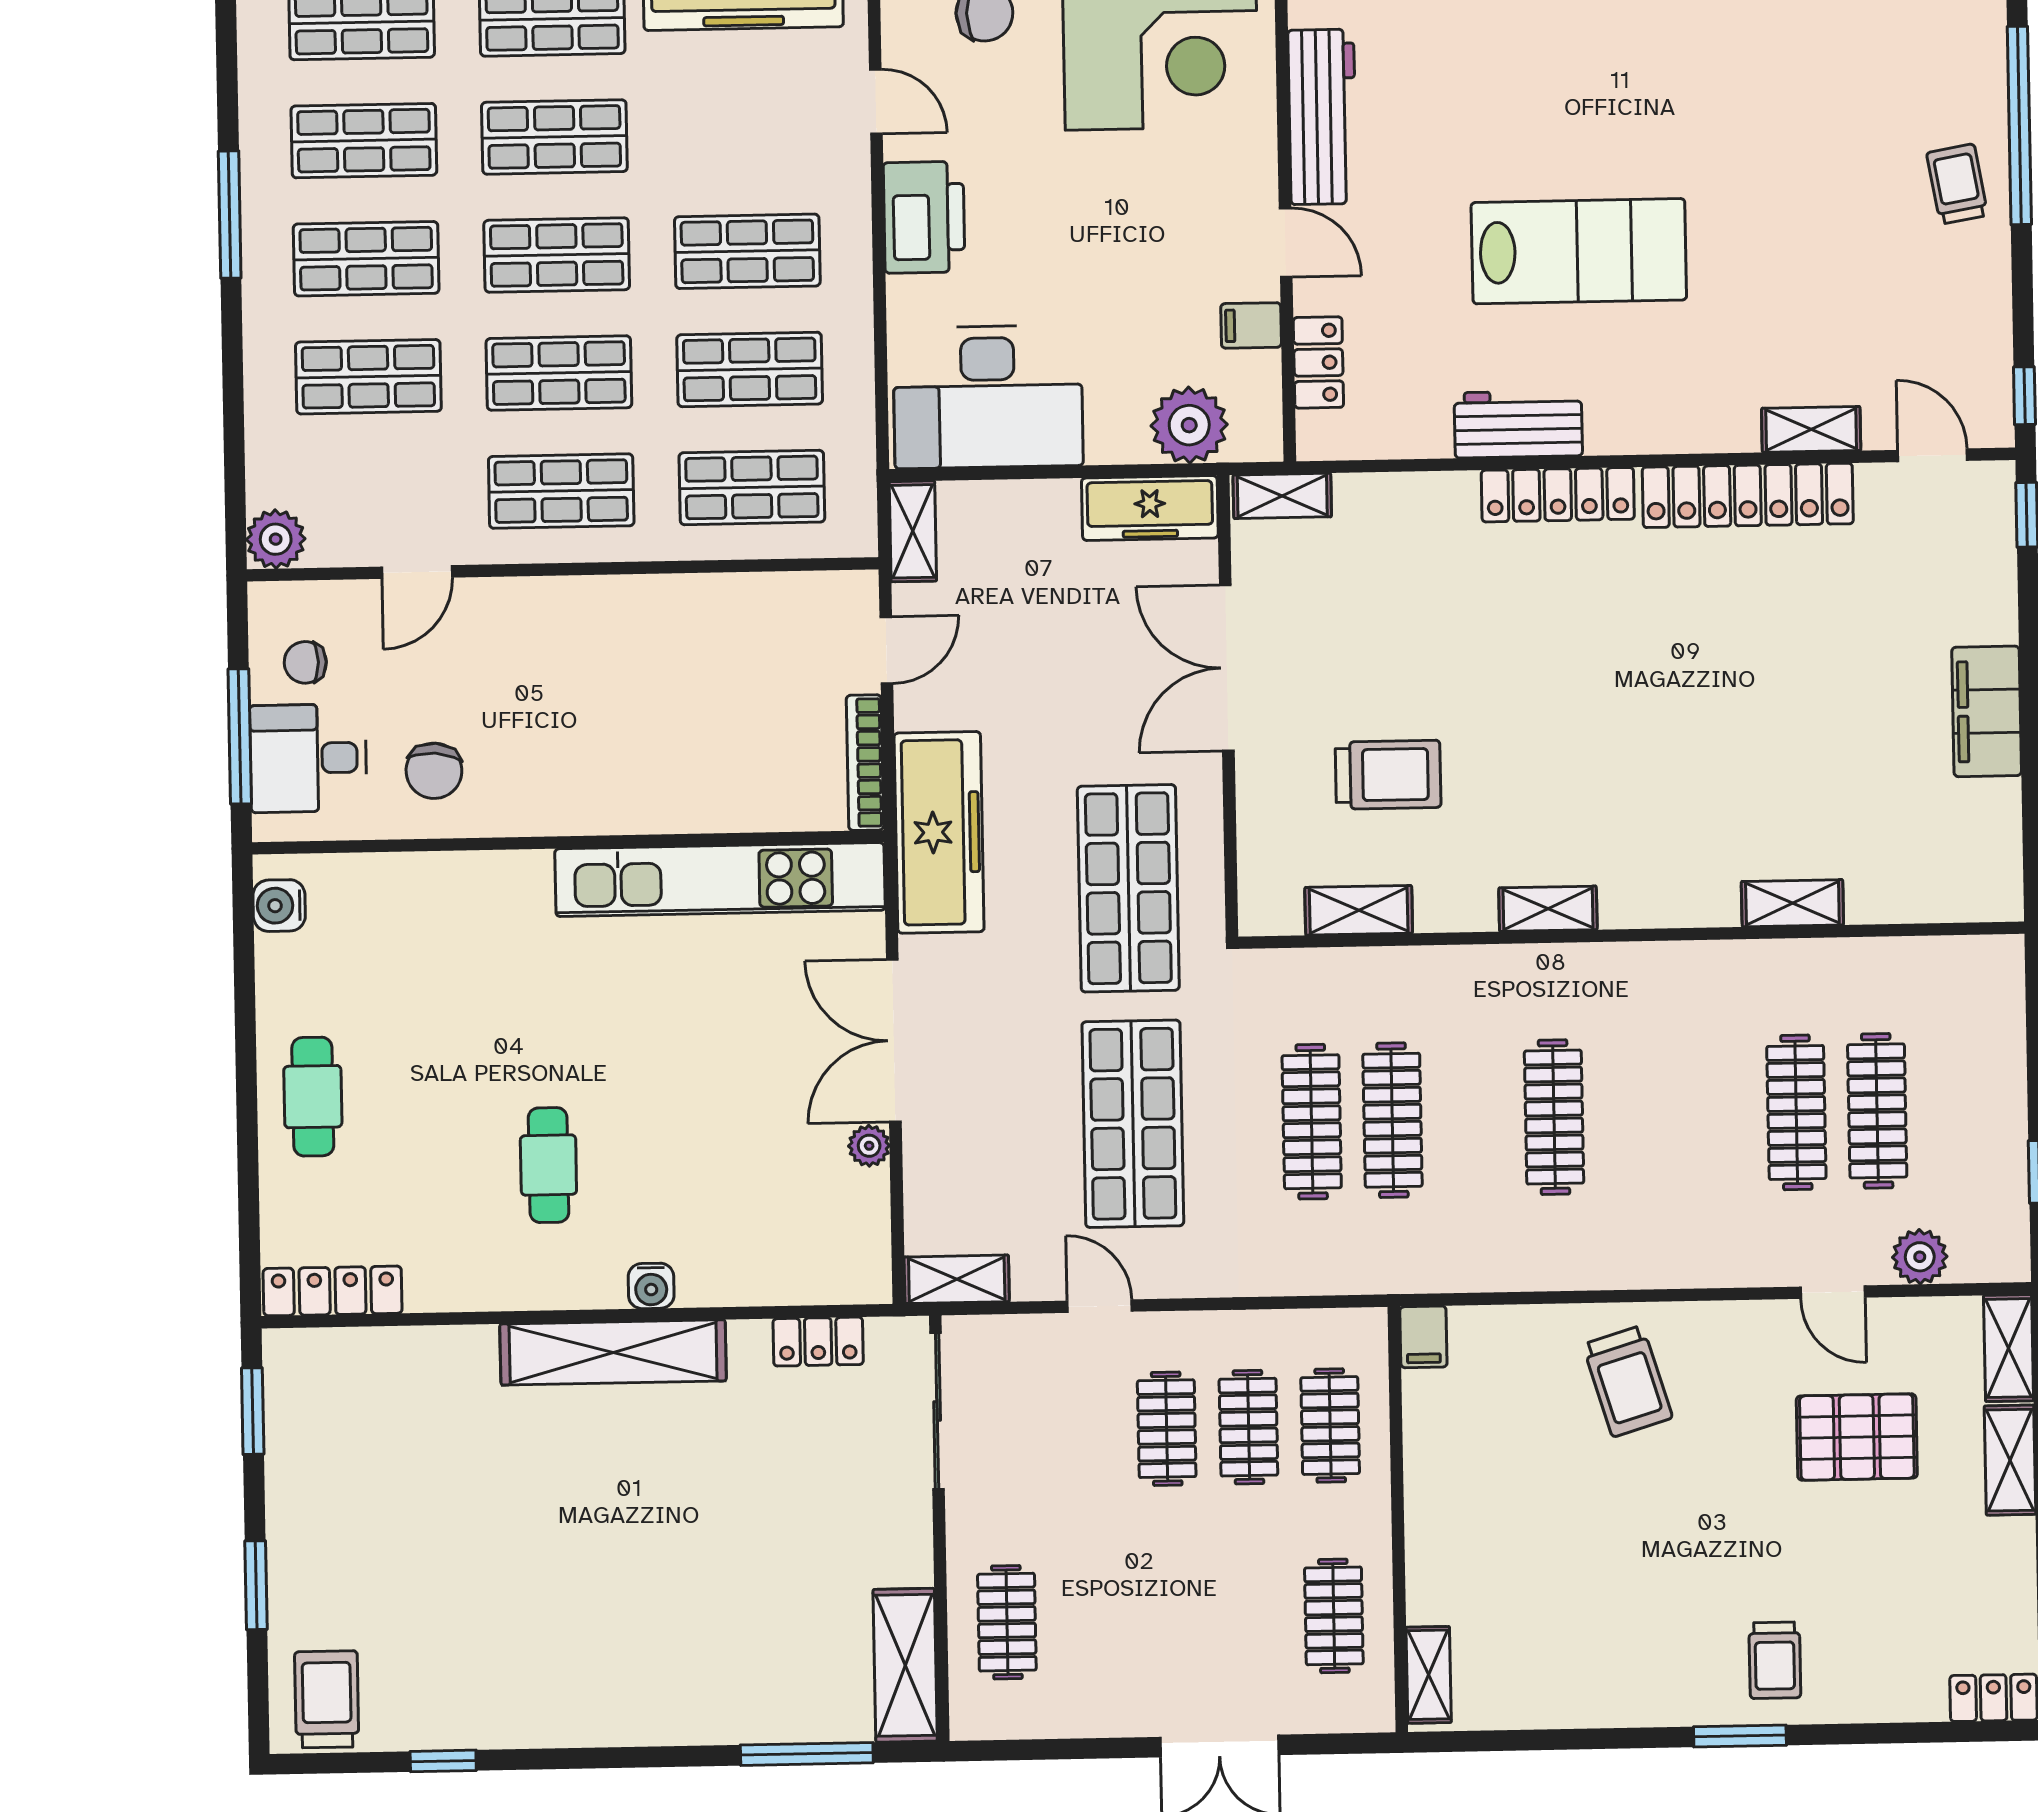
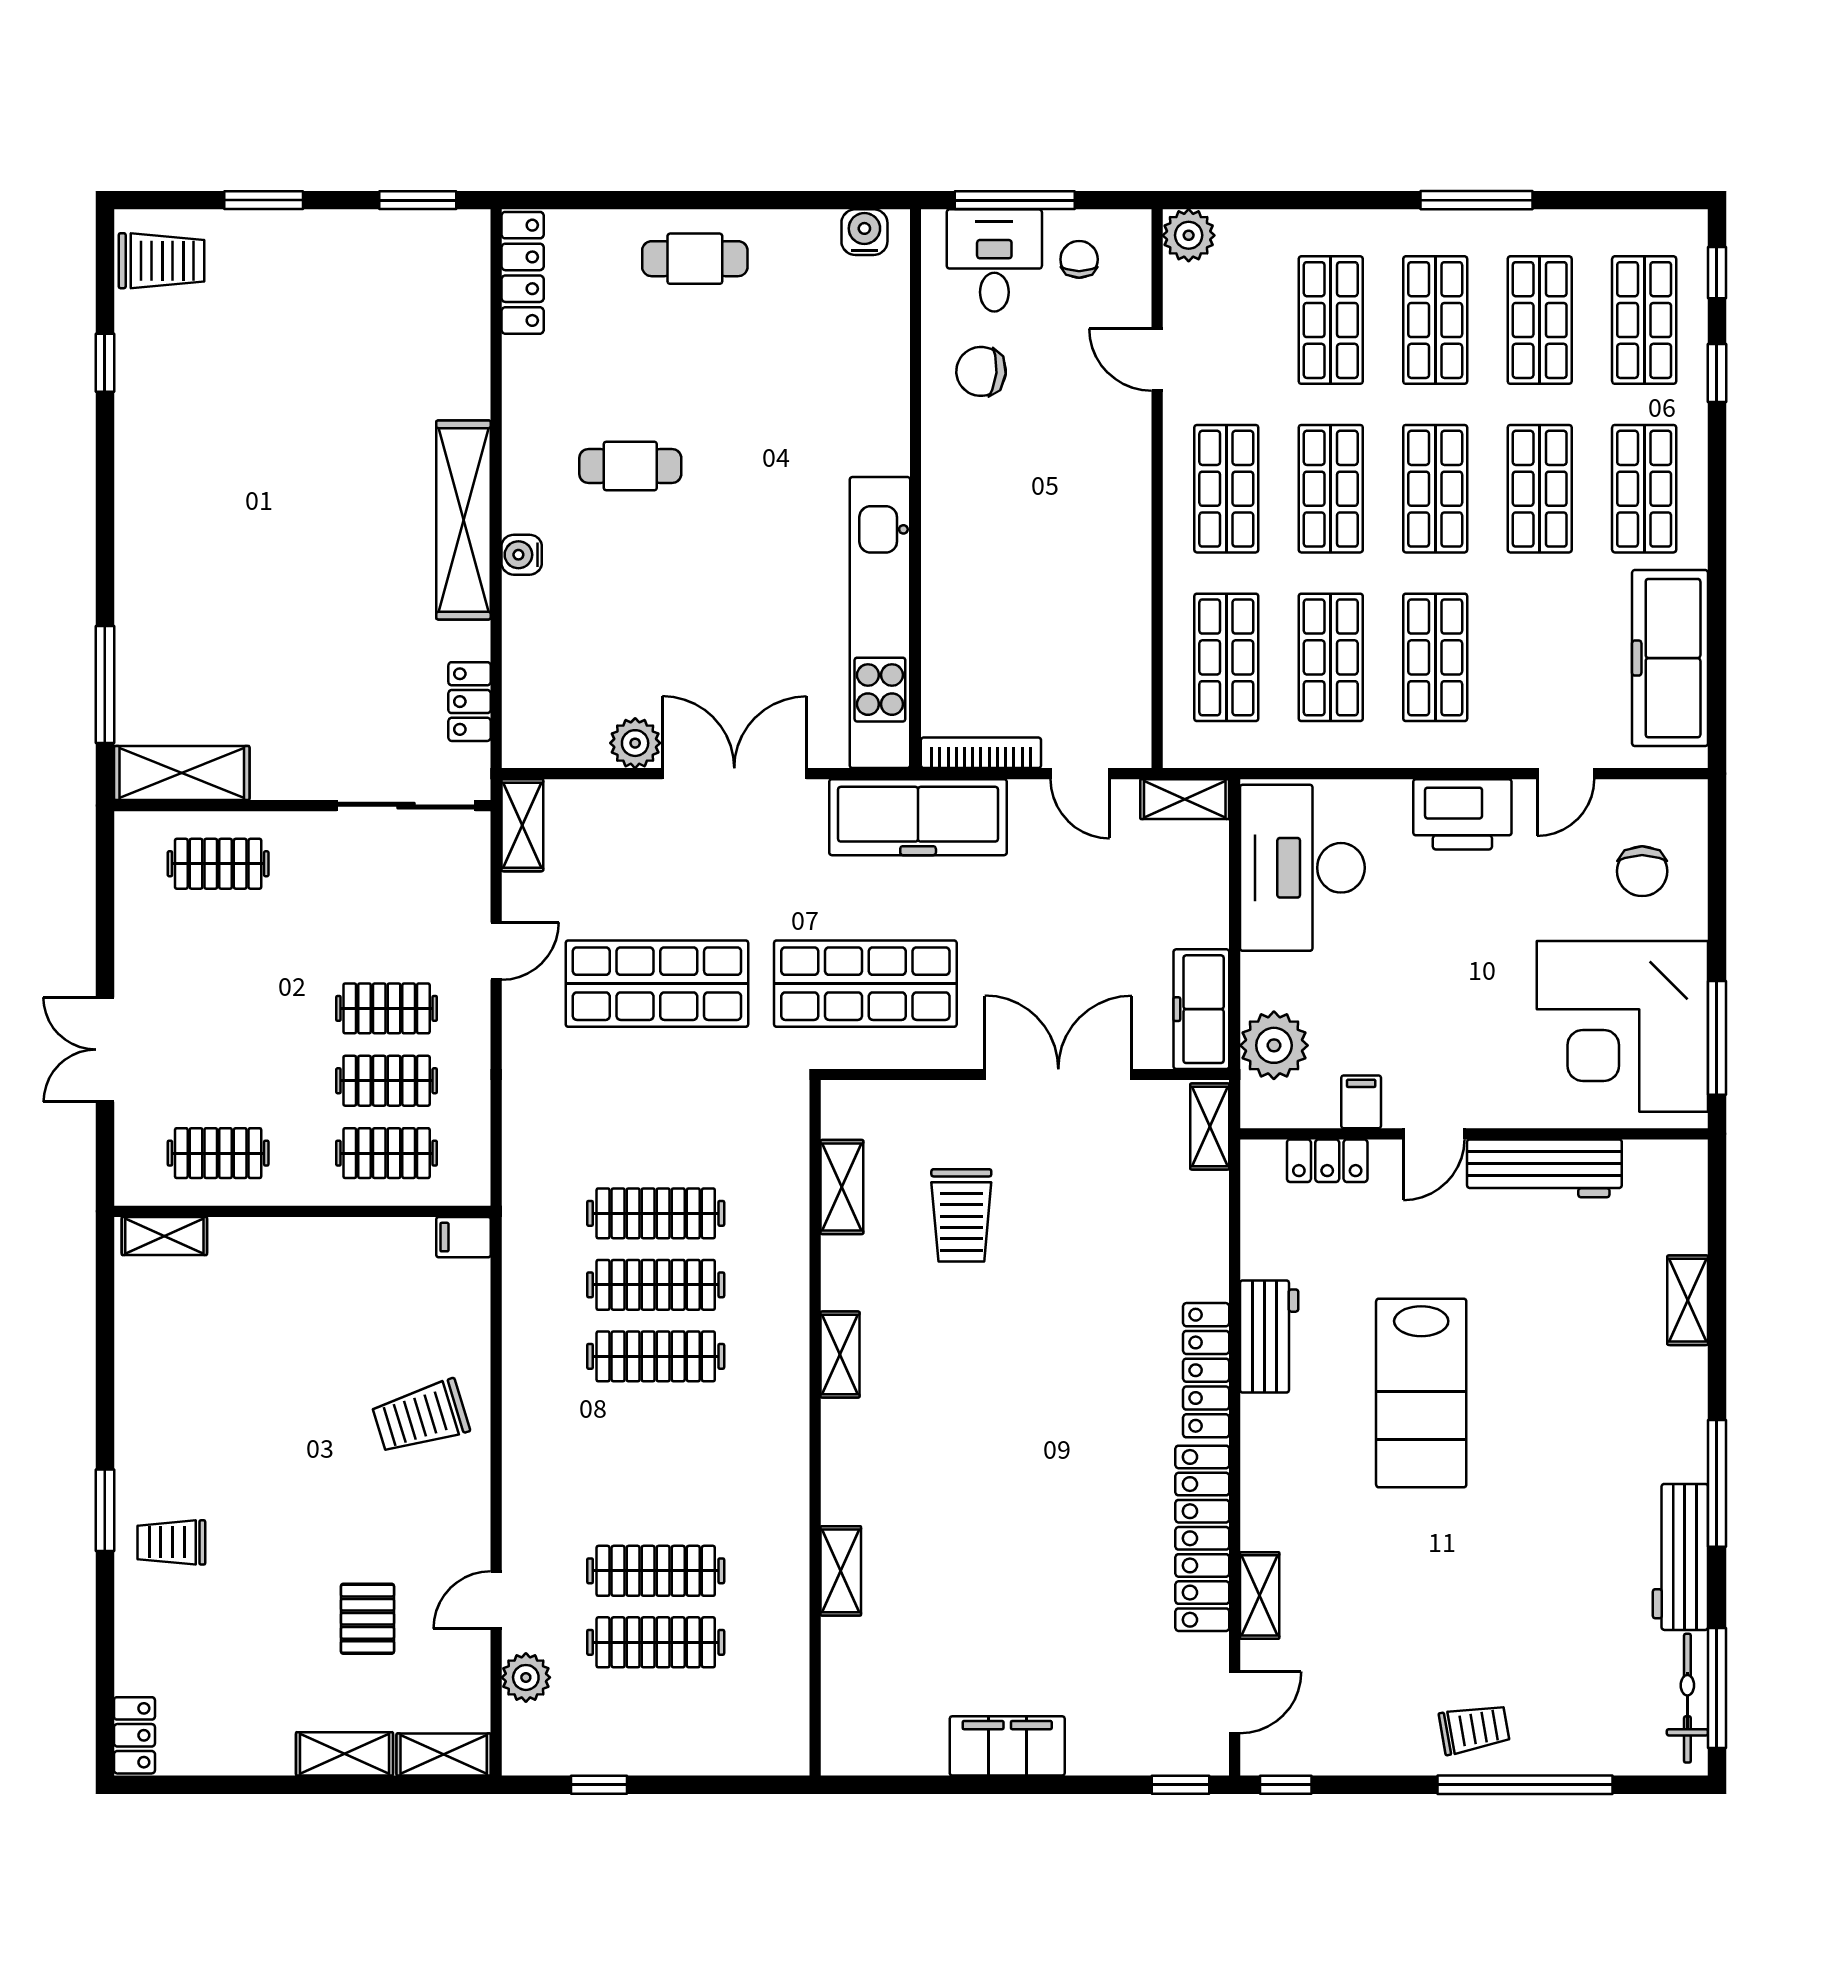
clothes rail: (1312, 1122) -> (656, 1285), moved
plant: (869, 1146) -> (635, 743), width x1.38, depth x1.38
pallet: (1857, 1437) -> (367, 1619), width x0.67, depth x0.71

